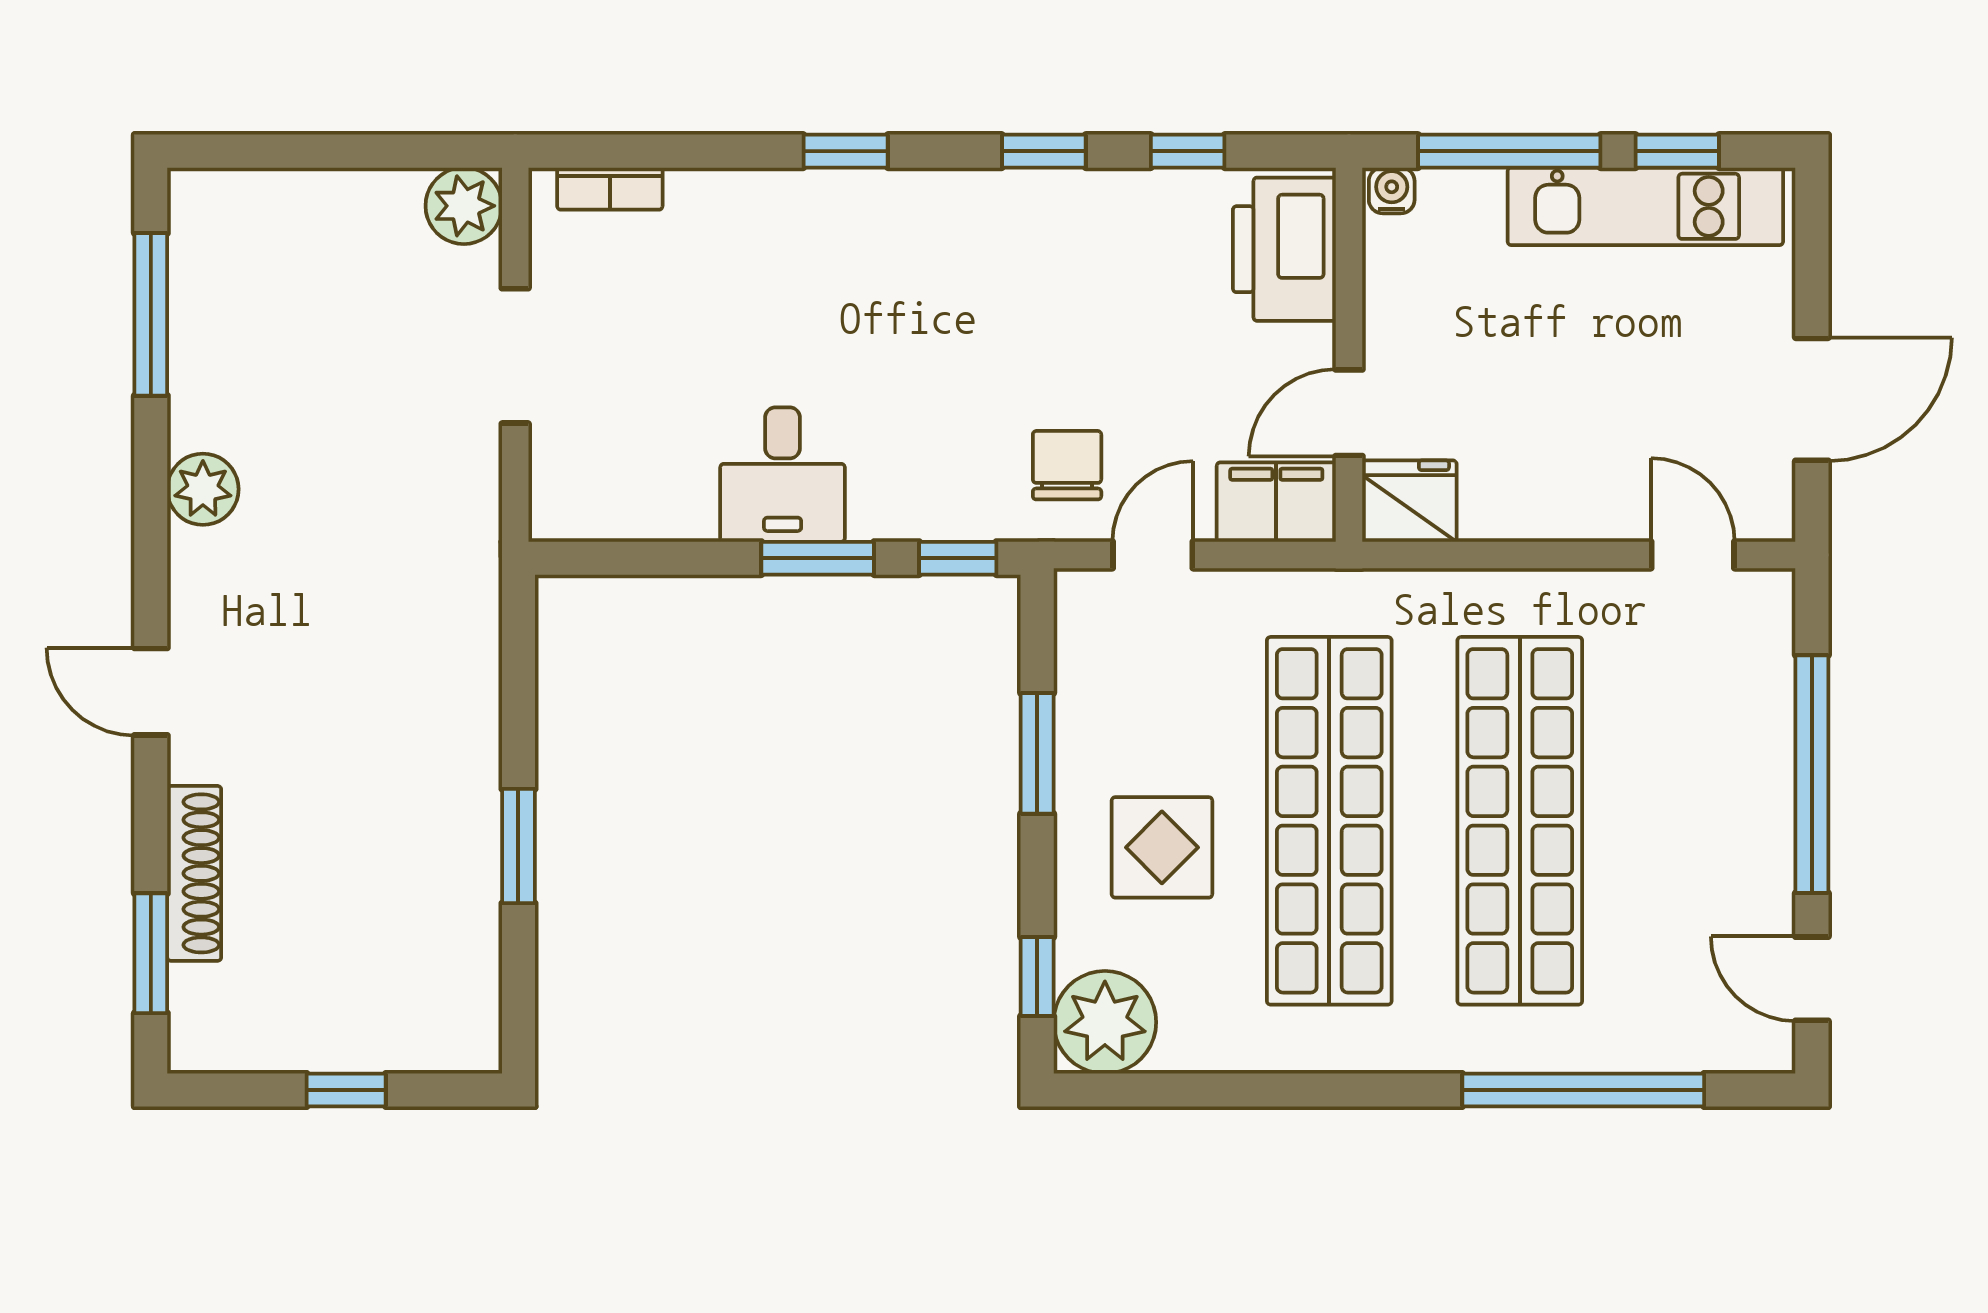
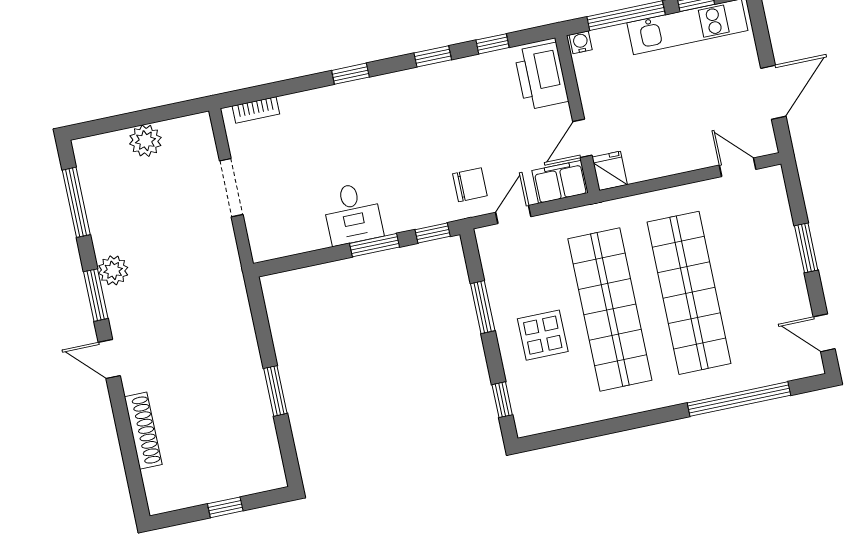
plant: (464, 206) -> (145, 141), moved
chair: (1067, 465) -> (470, 185), turned 90
fridge: (1409, 501) -> (610, 171), width x0.72
window: (1812, 774) -> (806, 248), width x0.47
window: (151, 953) -> (96, 295), moved
plant: (1105, 1022) -> (534, 413), removed

